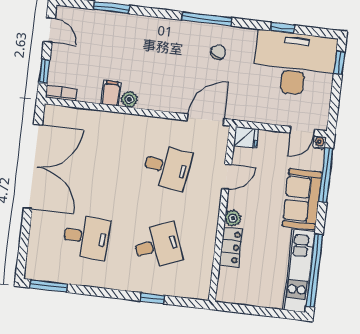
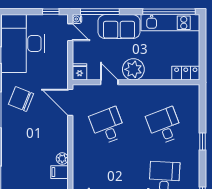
chair: (218, 52) -> (21, 99), width x1.87, depth x1.87
window: (339, 63) -> (51, 12), moved
desk: (167, 167) -> (108, 126), turned -30
plant: (233, 218) -> (133, 69), width x1.87, depth x1.87
locker: (231, 247) -> (186, 73), moved
window: (152, 298) -> (202, 141), moved

